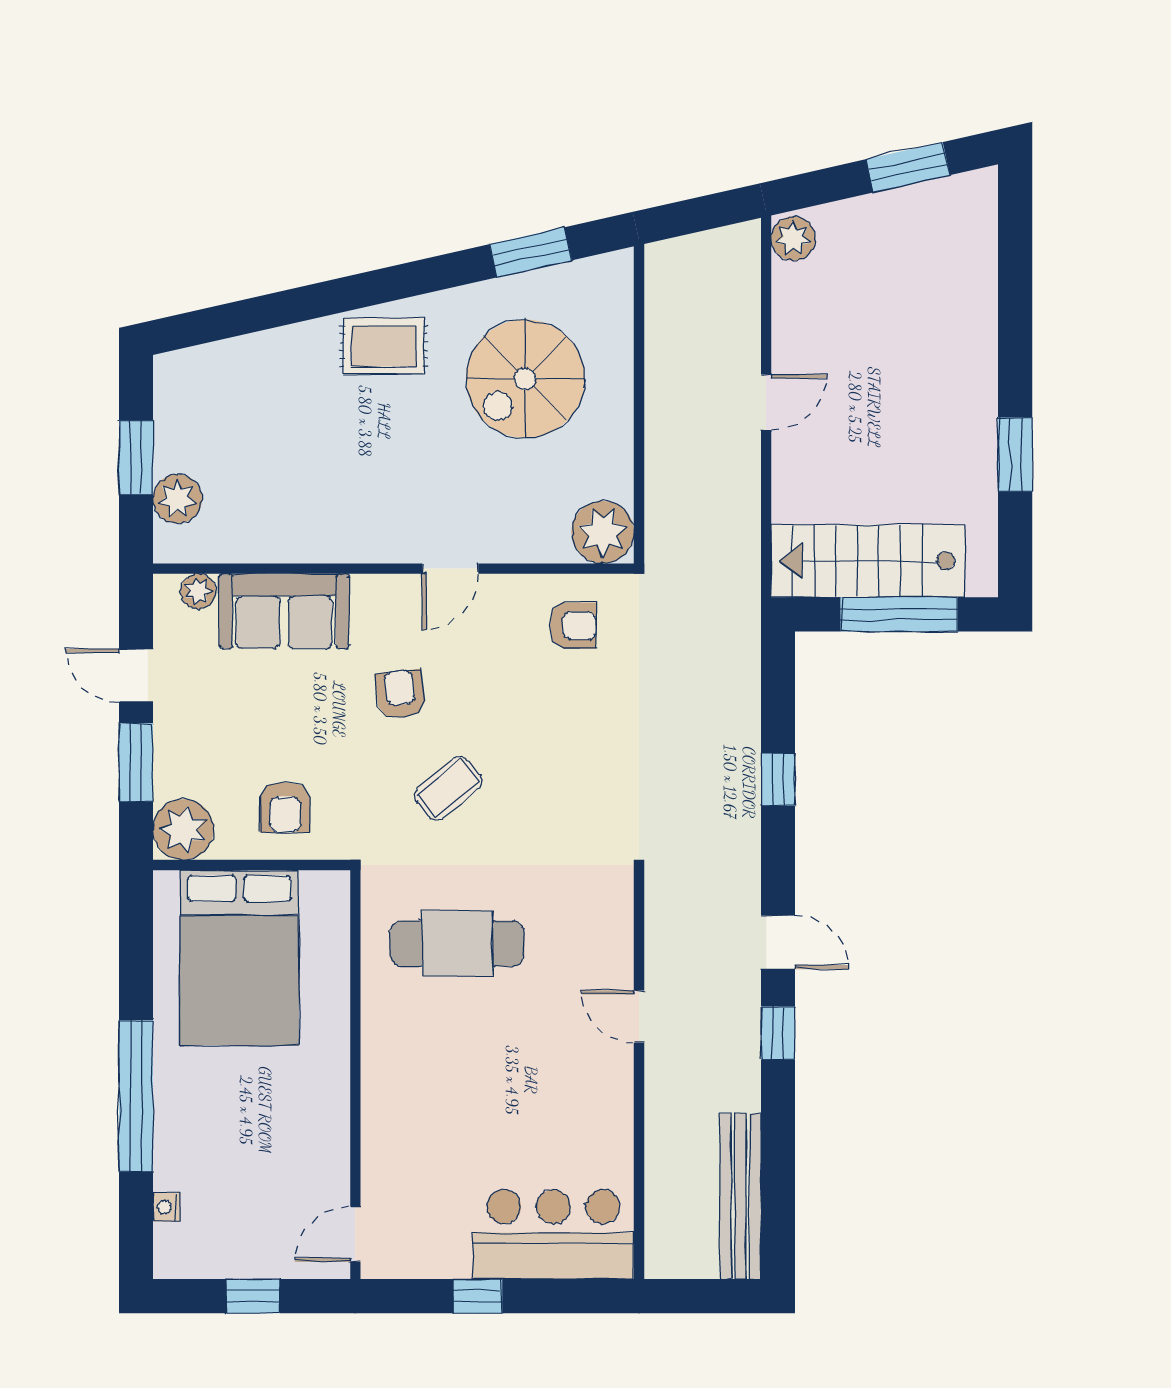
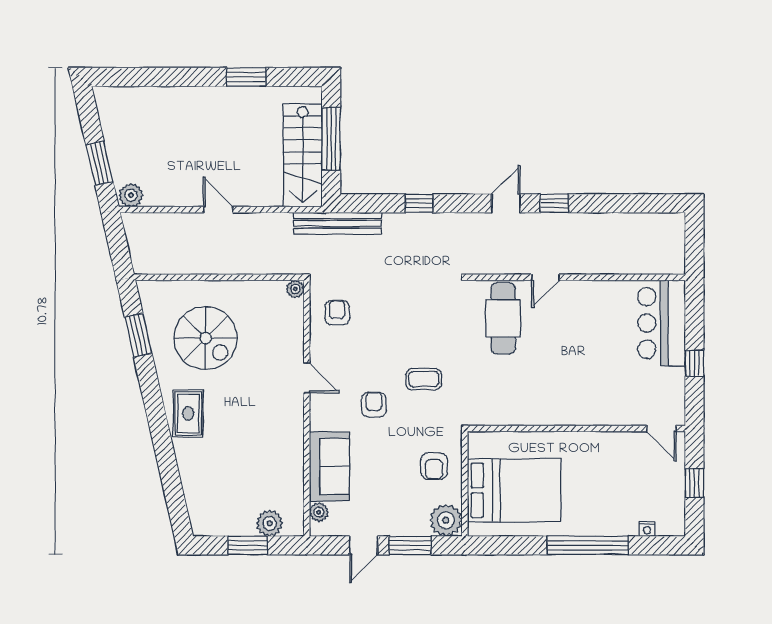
window: (908, 167) -> (99, 163), moved
plant: (603, 532) -> (295, 289), width x0.53, depth x0.53
armchair: (400, 694) -> (374, 405), turned 97
coffee table: (448, 788) -> (424, 379), turned -50
armchair: (285, 807) -> (434, 466), turned 90
cafe table: (457, 943) -> (503, 318), moved
bench: (740, 1196) -> (337, 223), moved

